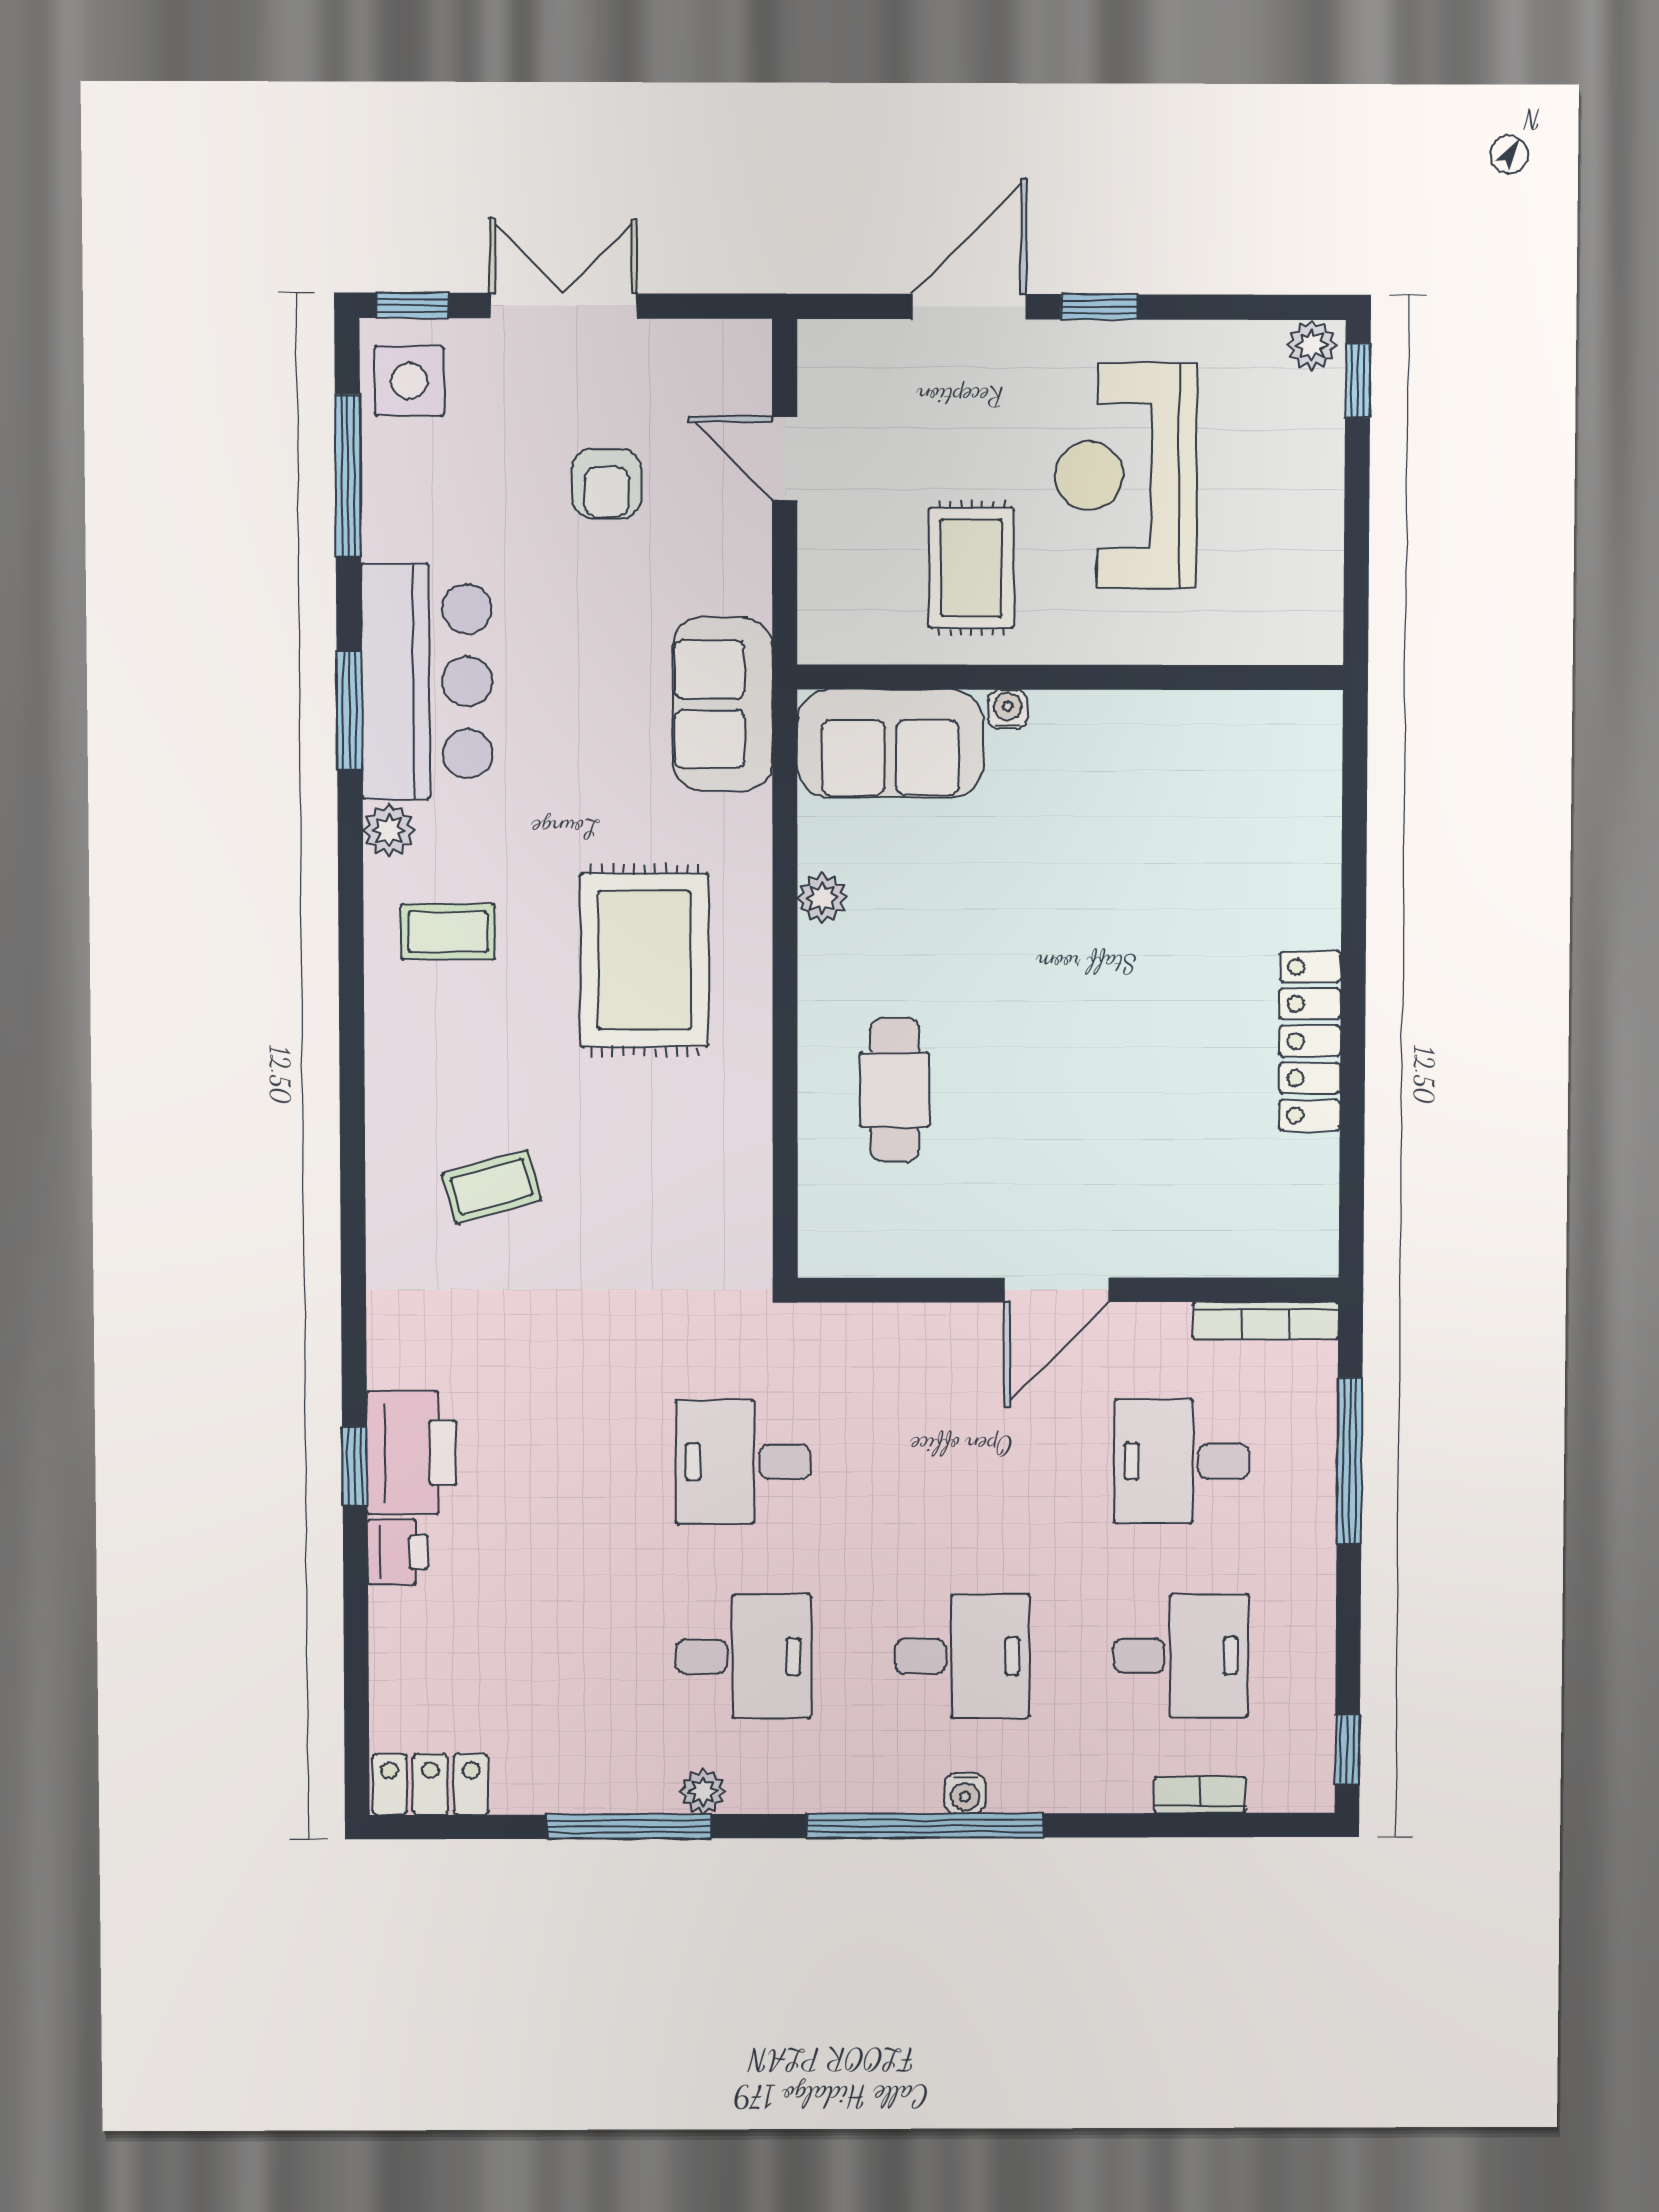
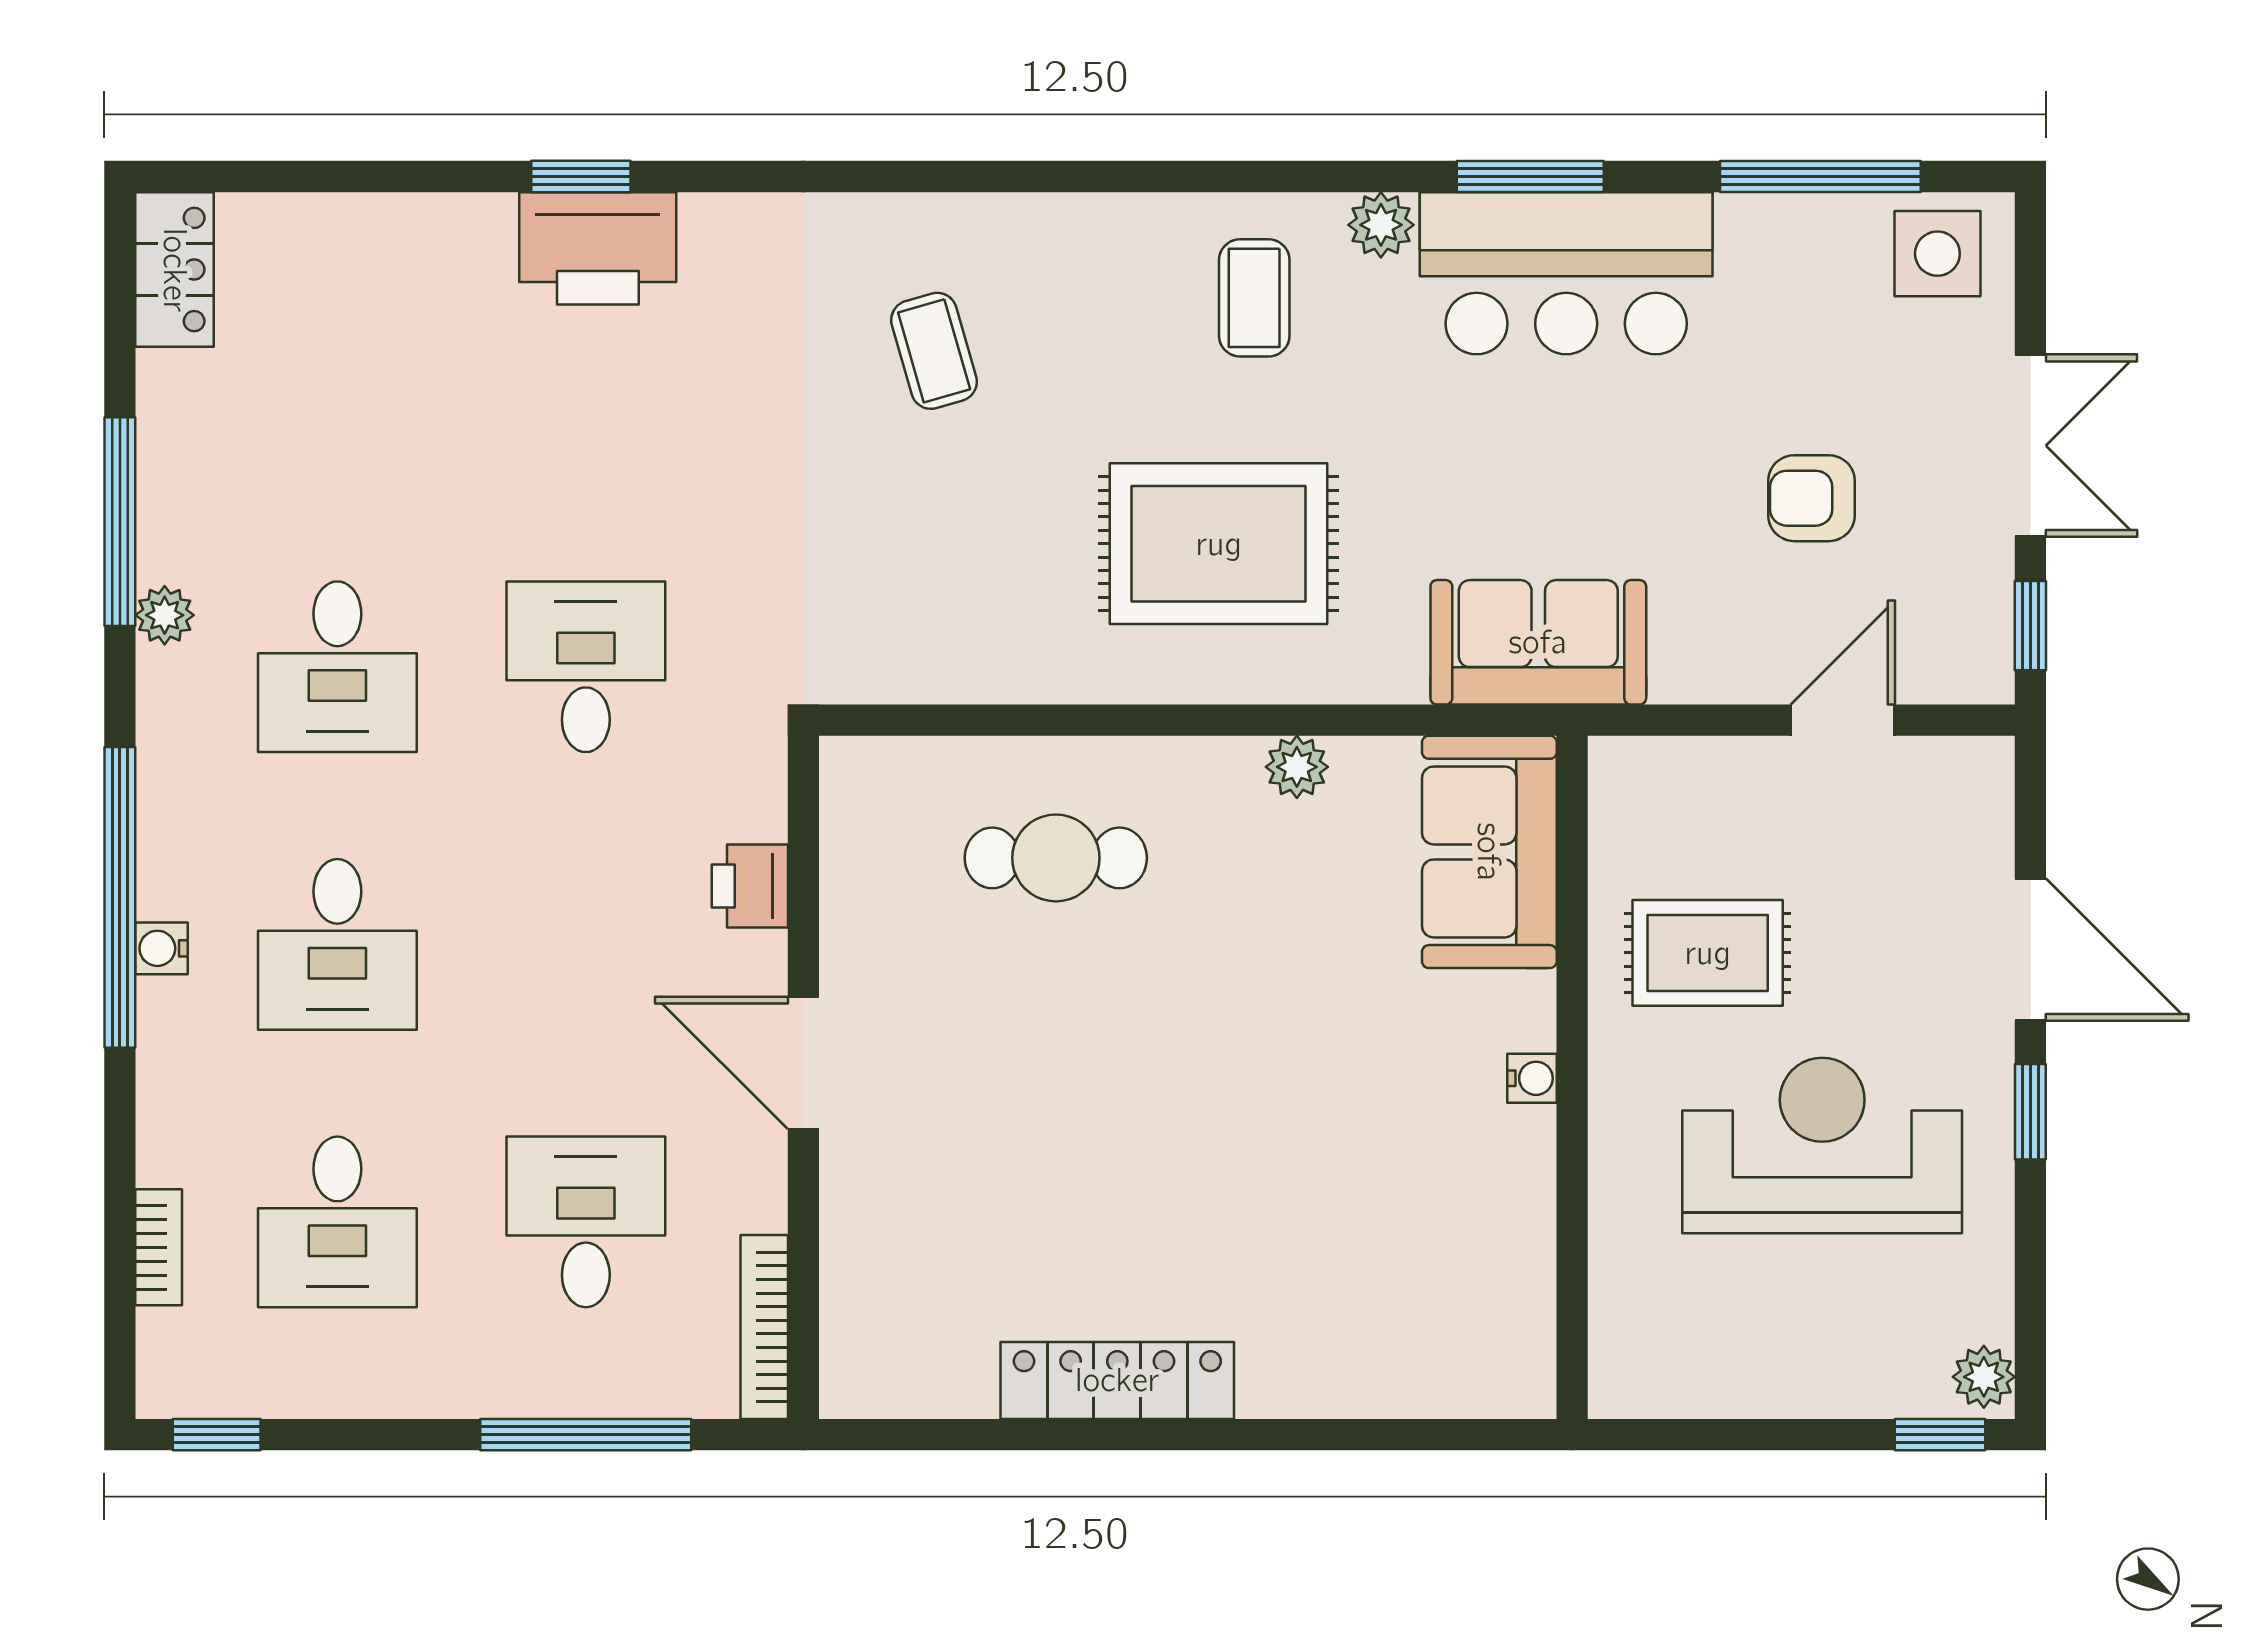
window: (412, 305) -> (2030, 626), moved
water cooler: (1008, 709) -> (1532, 1078), moved
printer: (398, 1552) -> (750, 886), moved, turned 90

